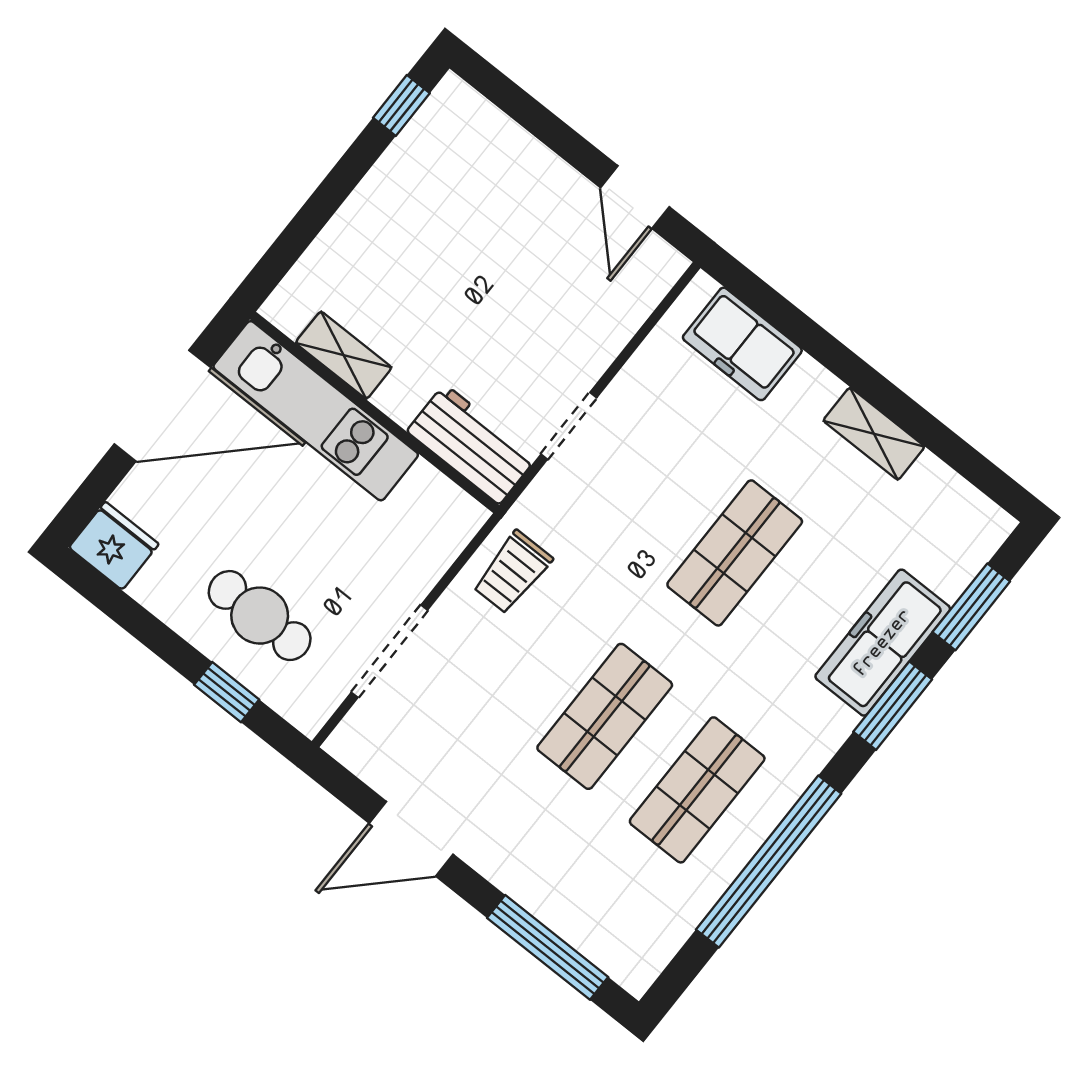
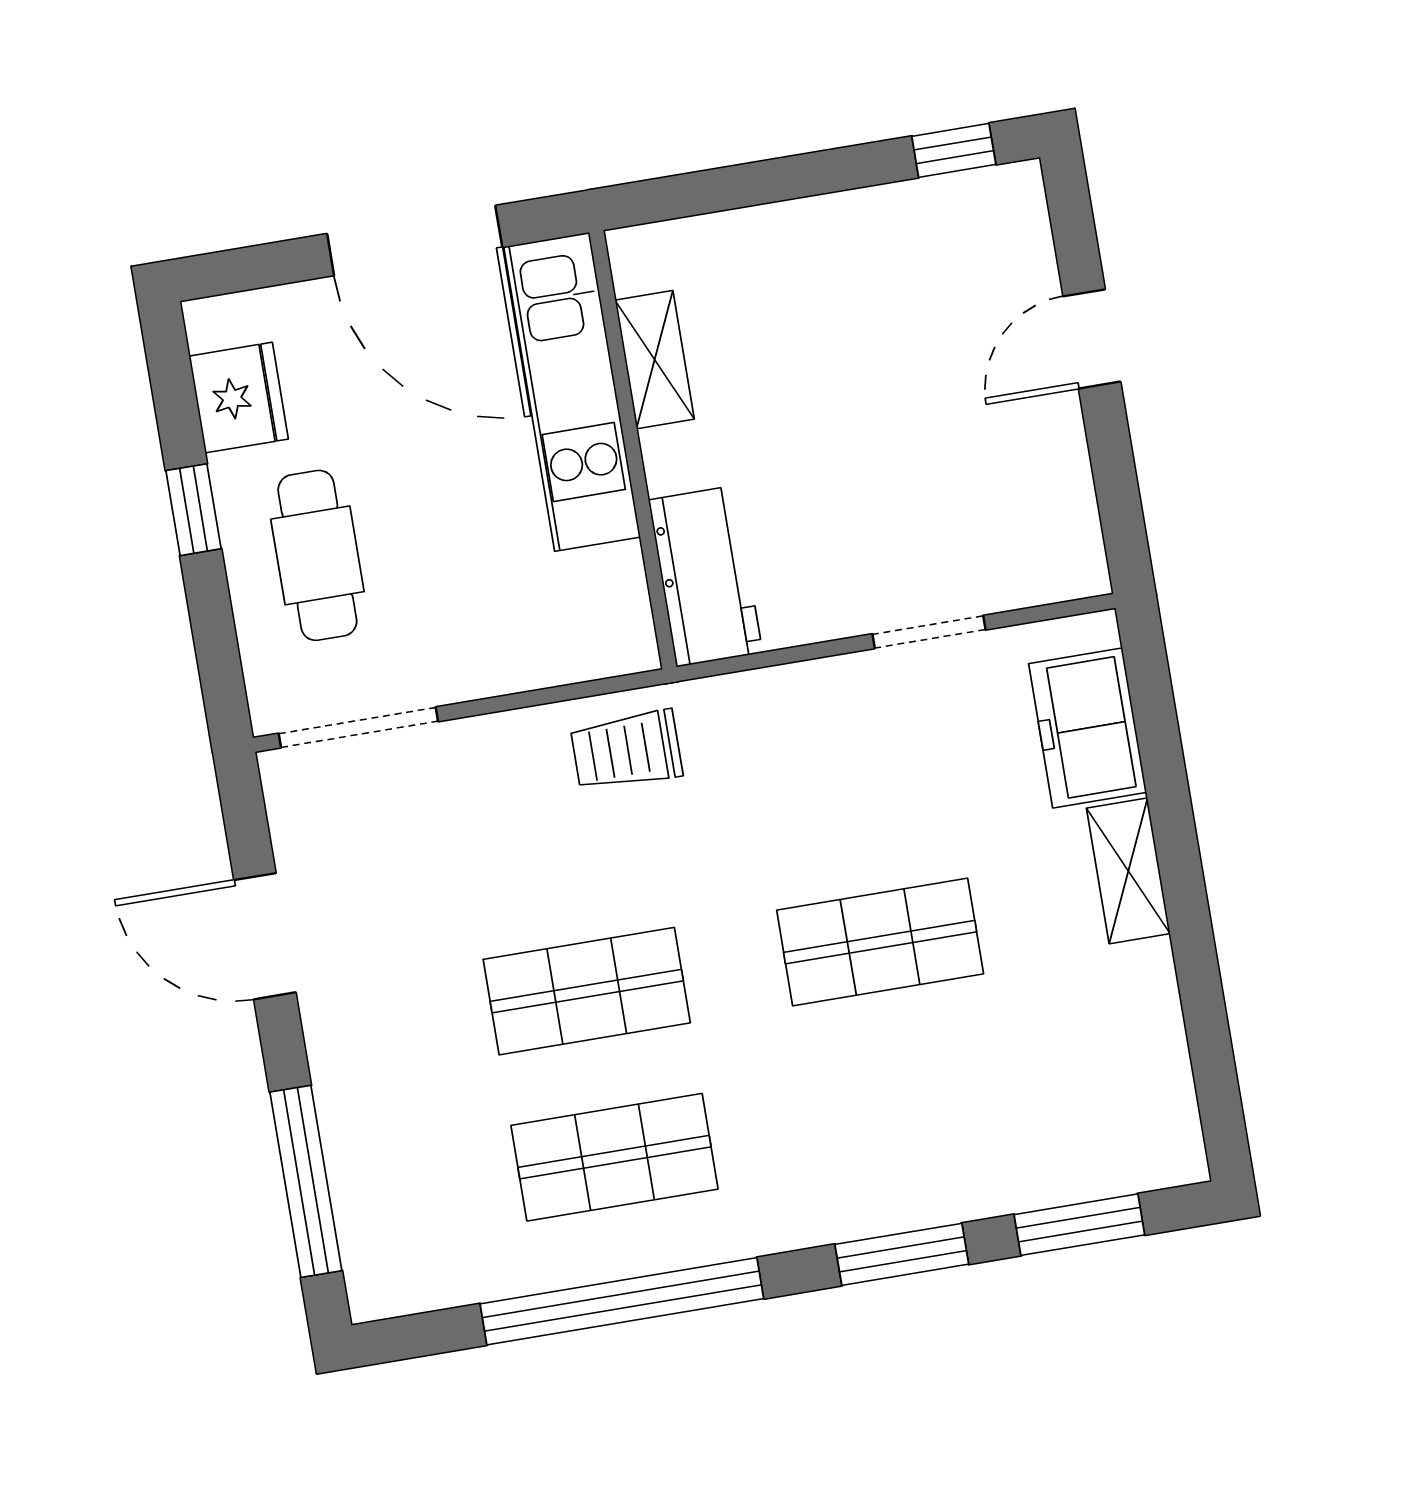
door: (635, 197) -> (1092, 339), moved
doorway: (569, 426) -> (929, 632), moved
shelving: (874, 434) -> (1128, 871), moved
fridge: (114, 546) -> (239, 398), moved
freezer: (883, 643) -> (951, 1178), removed
doorway: (389, 651) -> (358, 727), moved
window: (227, 692) -> (194, 510), moved

